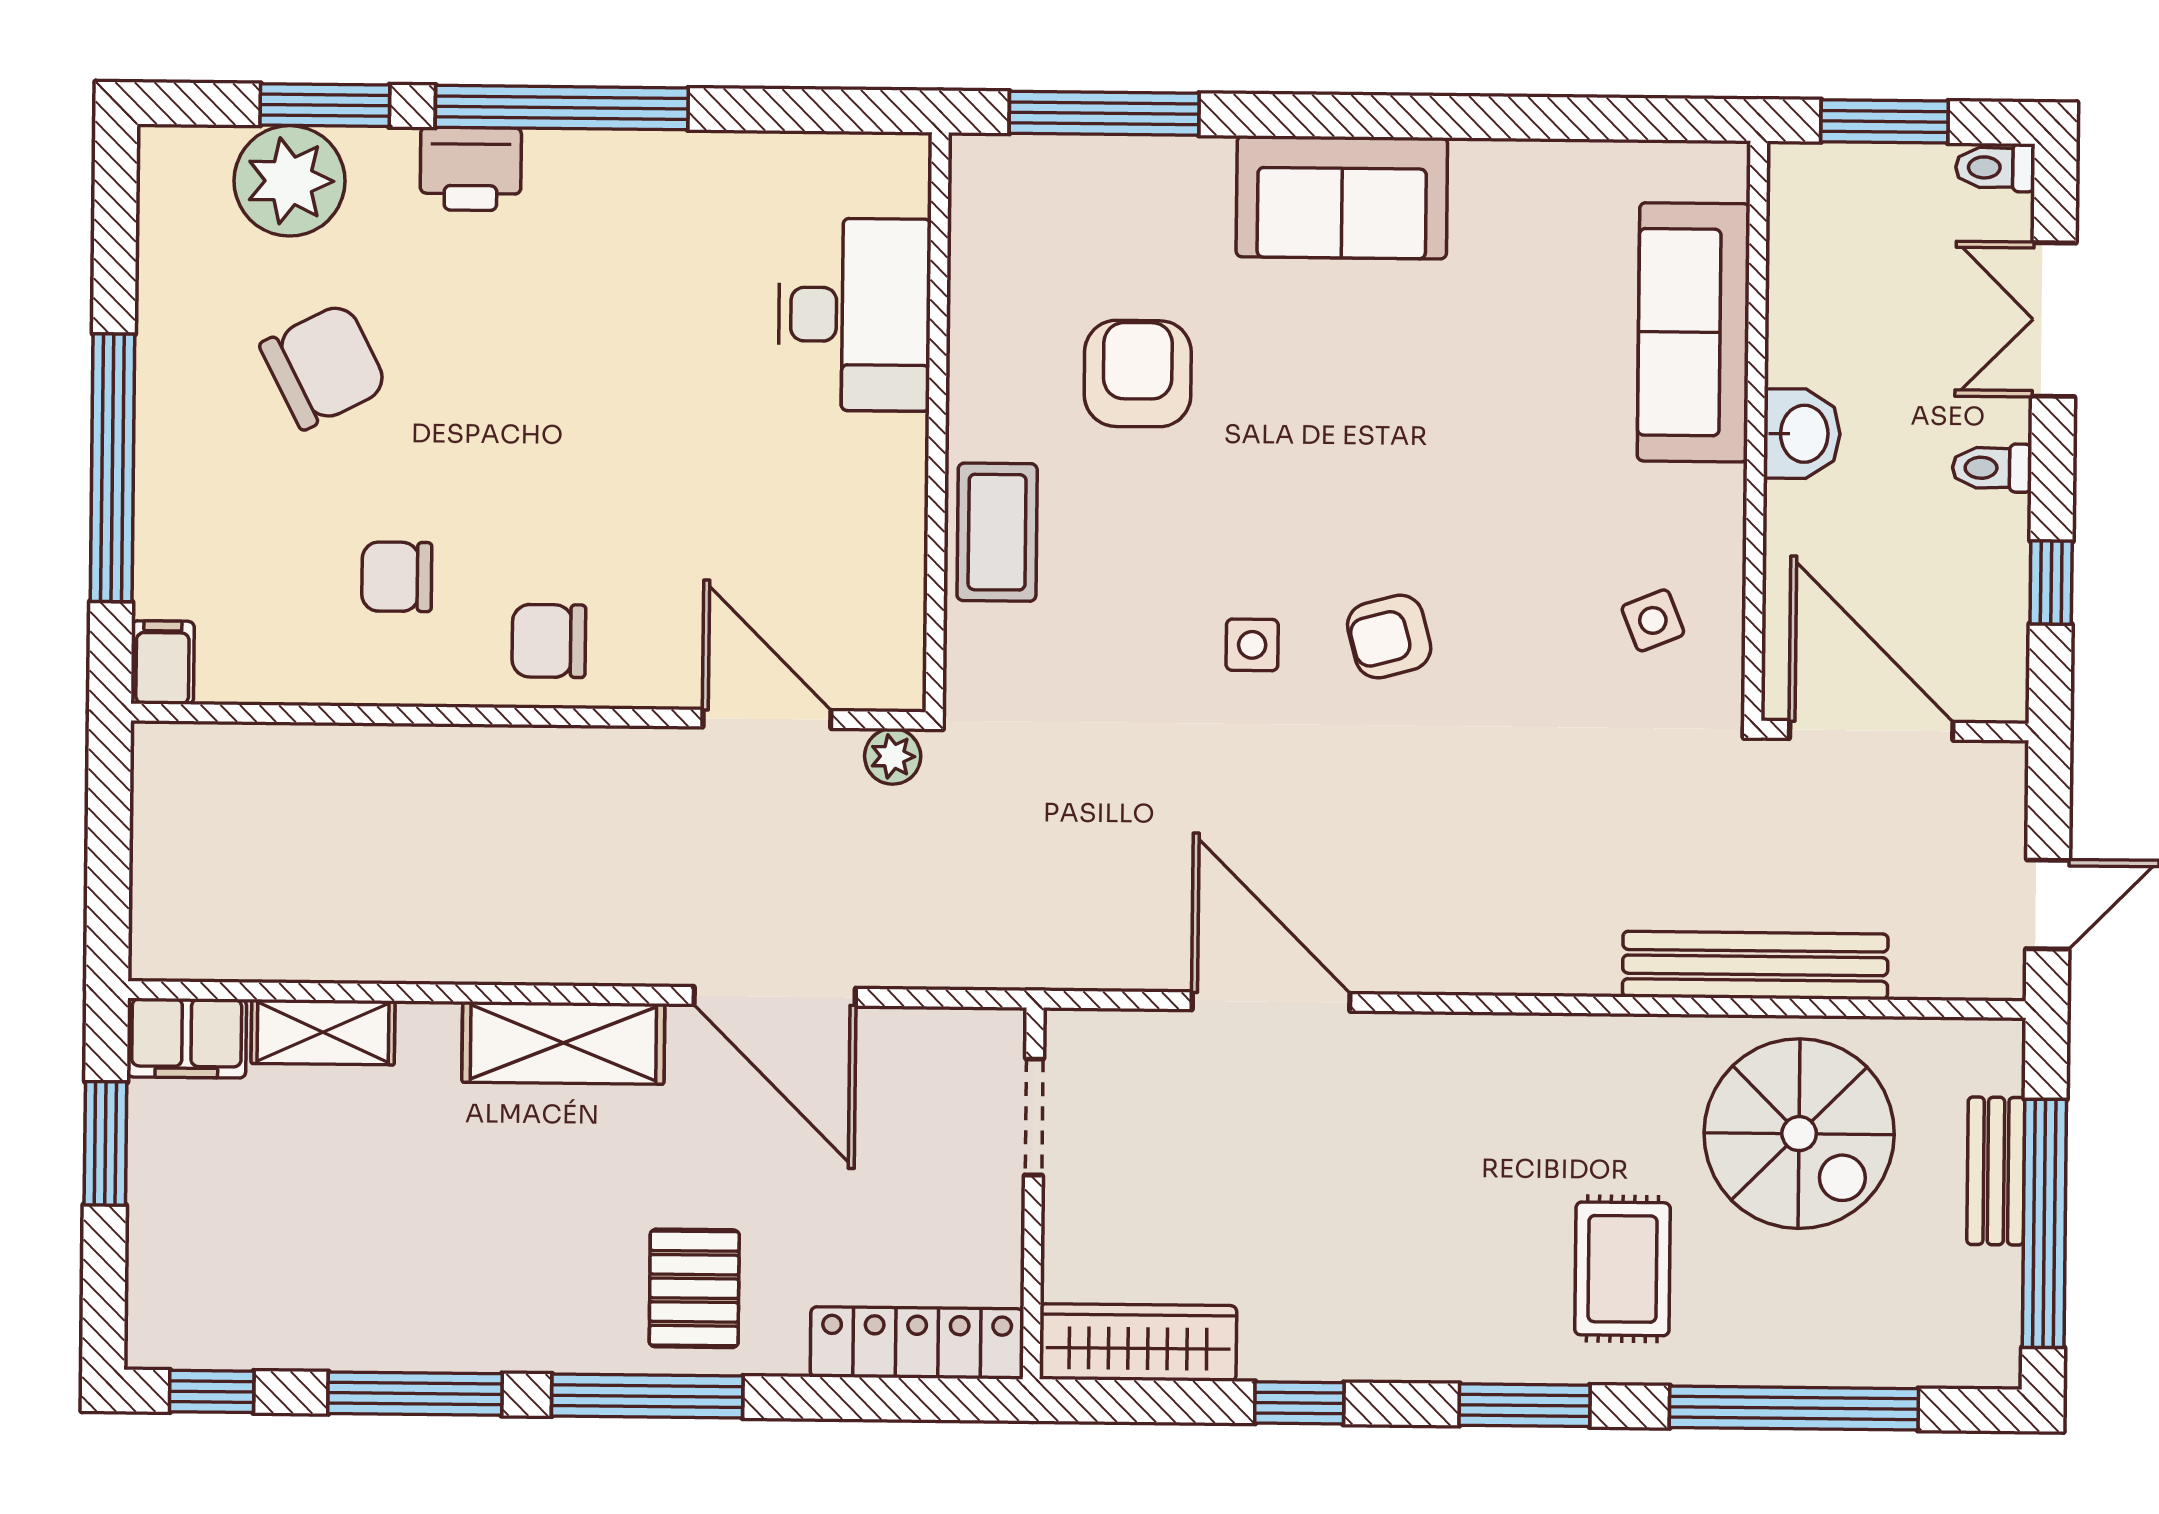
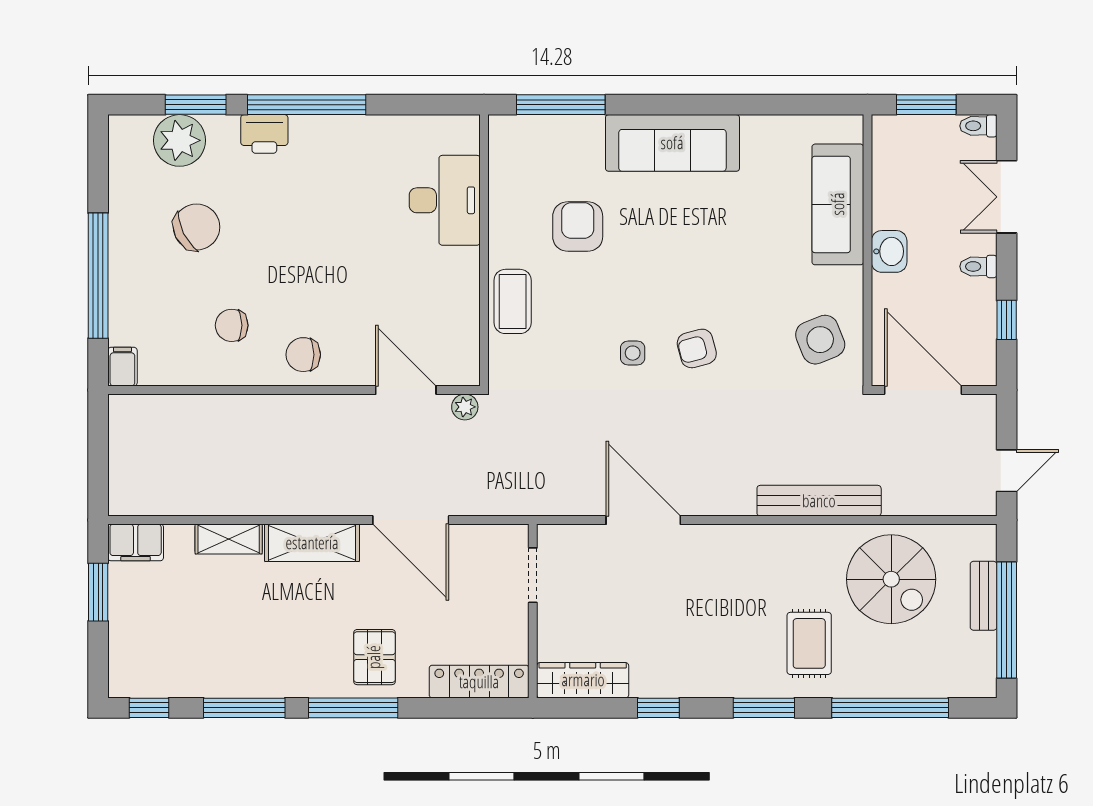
sofa: (1342, 197) -> (672, 143), width x1.36
side table: (1653, 620) -> (820, 340), width x1.87, depth x1.87
bench: (1755, 965) -> (819, 501), moved
shelving: (323, 1032) -> (229, 539), moved

